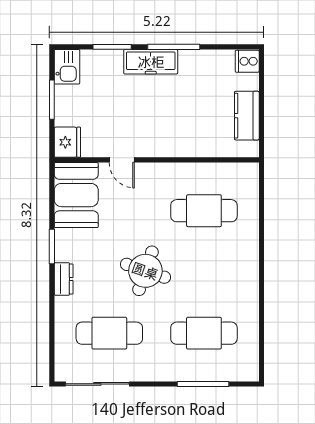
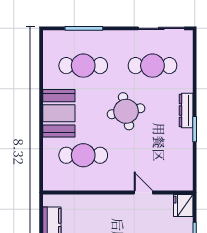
booth: (76, 195) -> (59, 113), moved
round table: (145, 271) -> (126, 111), turned -31
dresser: (64, 279) -> (186, 110), width x1.44

